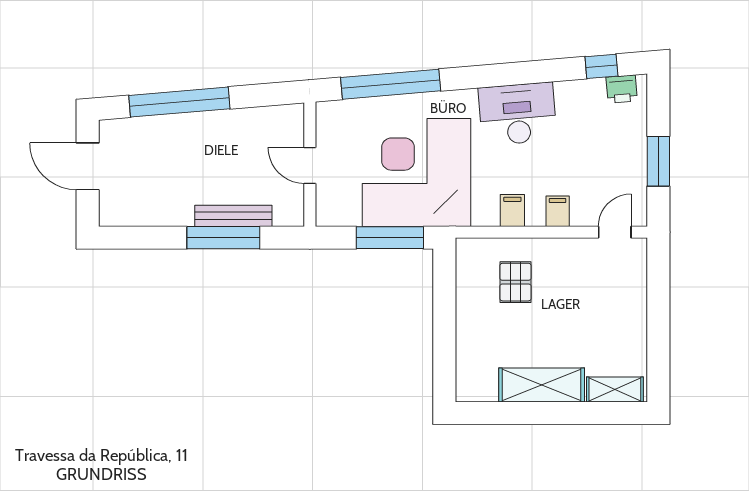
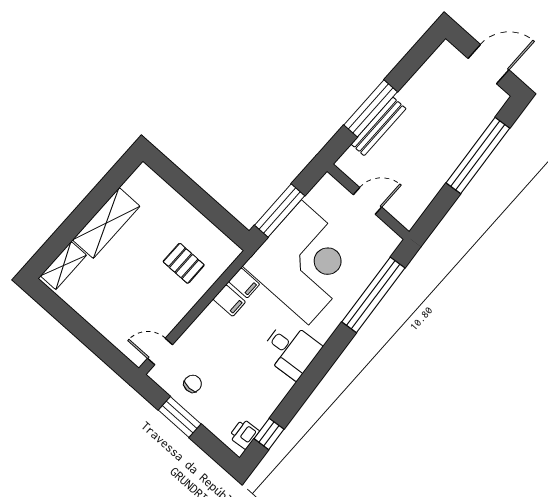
desk: (518, 114) -> (291, 350), width x0.73
chair: (618, 176) -> (193, 384), added
filing cabinet: (558, 211) -> (244, 283), moved
door: (615, 232) -> (160, 352), swing flipped

